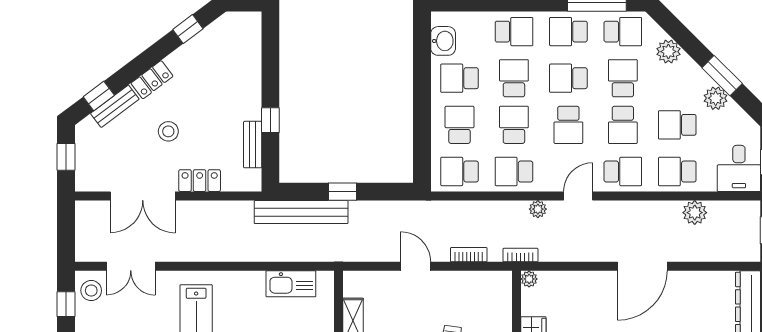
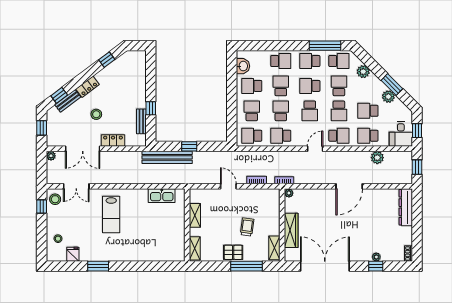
plant: (538, 209) -> (51, 156), moved

